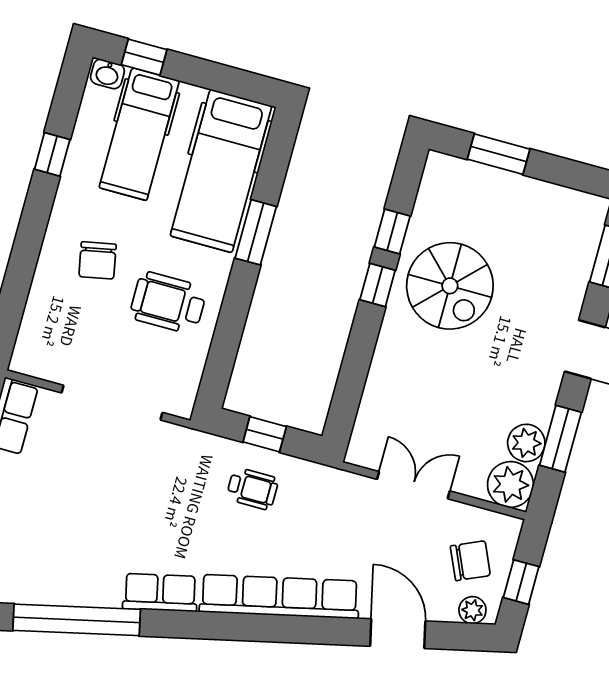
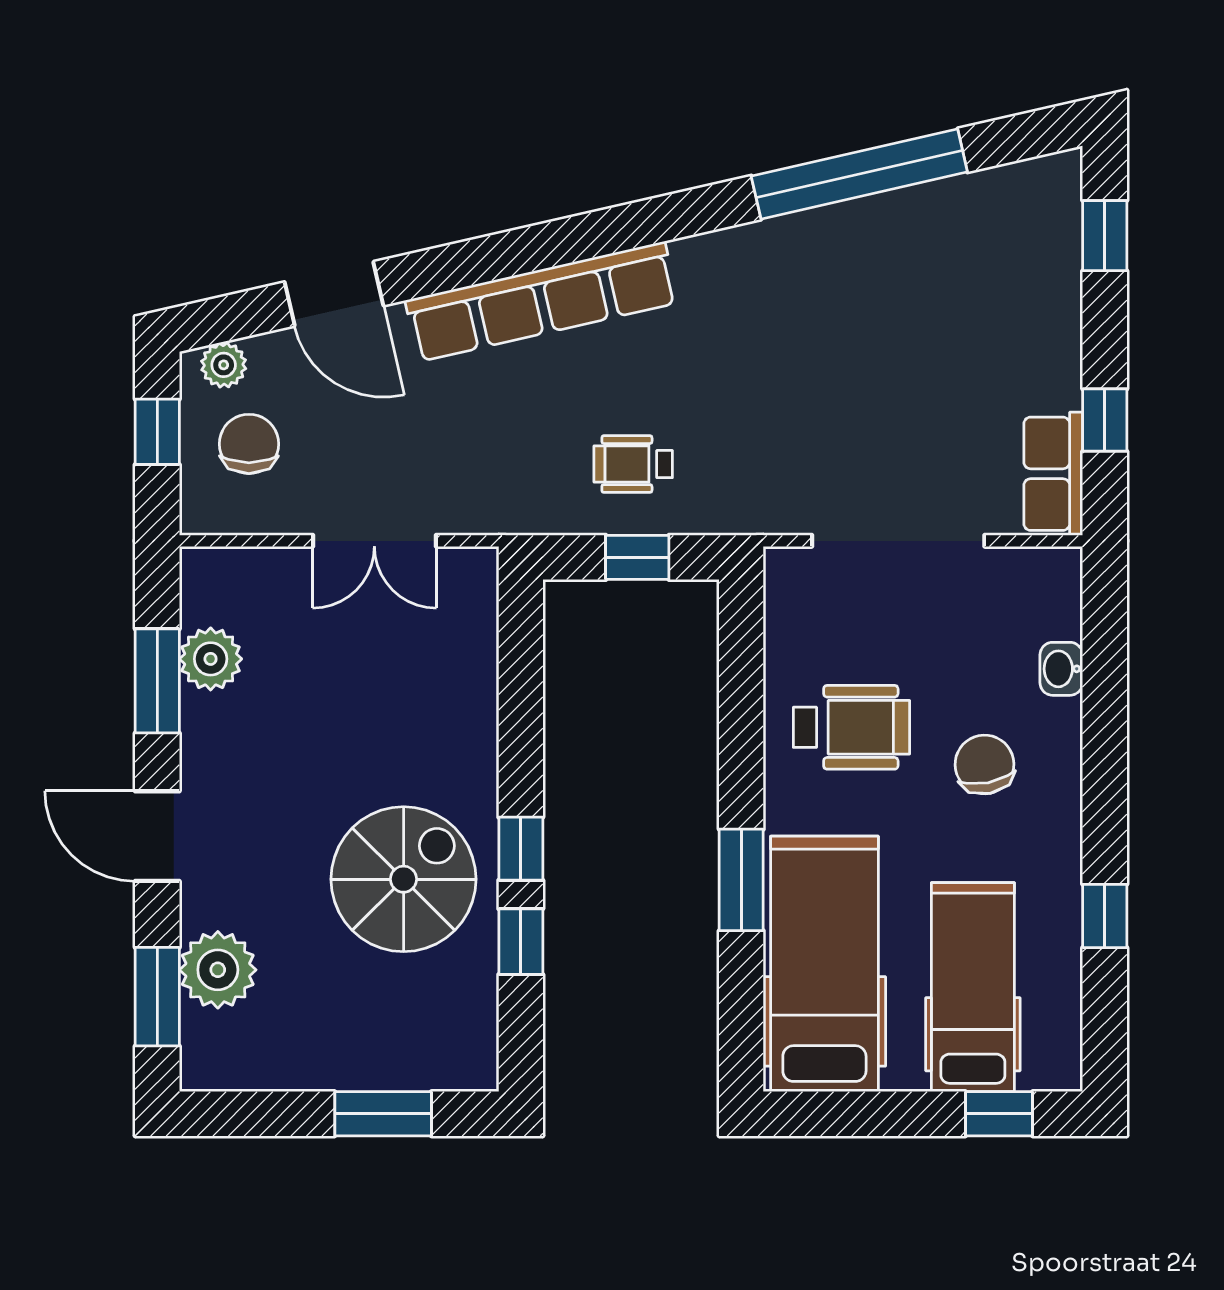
washbasin: (107, 74) -> (1061, 669), moved, turned -90
spiral stairs: (450, 286) -> (404, 879), turned 90
plant: (510, 484) -> (218, 970), moved
chair: (470, 561) -> (249, 444), turned 114
row of seats: (160, 593) -> (736, 255), removed

